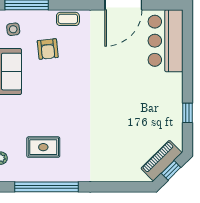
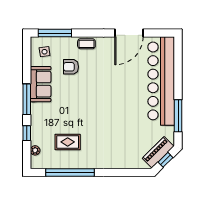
bar counter: (165, 41) -> (161, 81), width x1.86
armchair: (48, 49) -> (71, 67), turned 96
window: (187, 113) -> (178, 116), width x2.17

